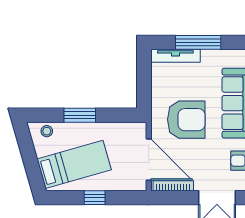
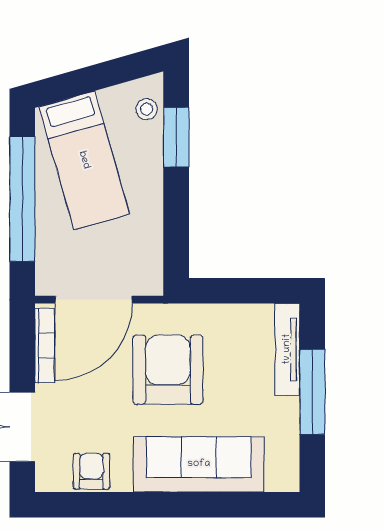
window: (80, 115) -> (176, 137), moved
armchair: (186, 120) -> (168, 370), turned 180
window: (95, 198) -> (22, 199), width x3.17

